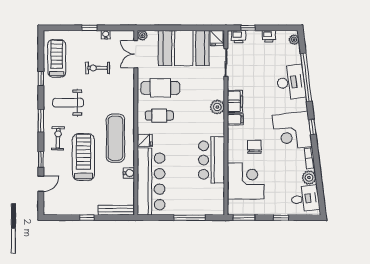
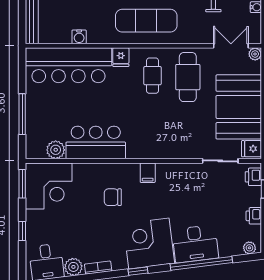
filing cabinet: (235, 101) -> (171, 172), removed
plant: (217, 107) -> (56, 150), moved
corner desk: (292, 131) -> (149, 243), moved
exercise mat: (115, 138) -> (146, 21), moved
chair: (254, 147) -> (113, 197), turned 180
corner desk: (246, 181) -> (49, 186), moved

